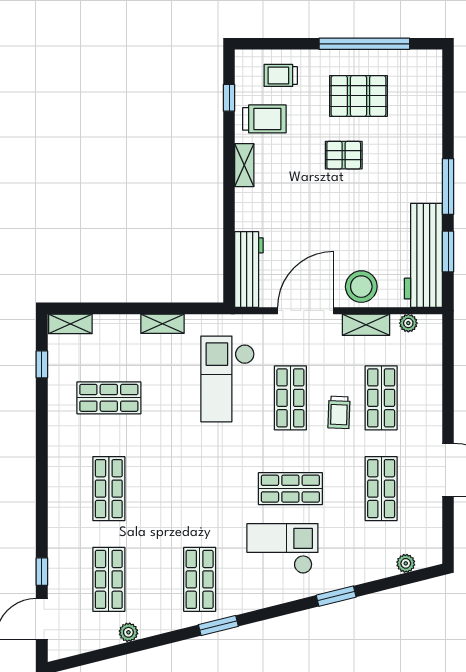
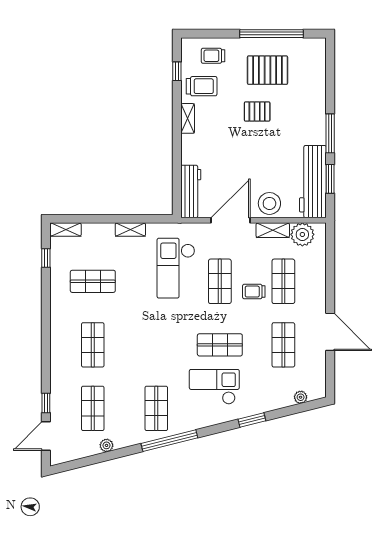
plant: (408, 323) -> (302, 234), width x1.88, depth x1.88
trolley: (339, 412) -> (254, 292), turned 88
window: (218, 625) -> (169, 441), width x2.11

